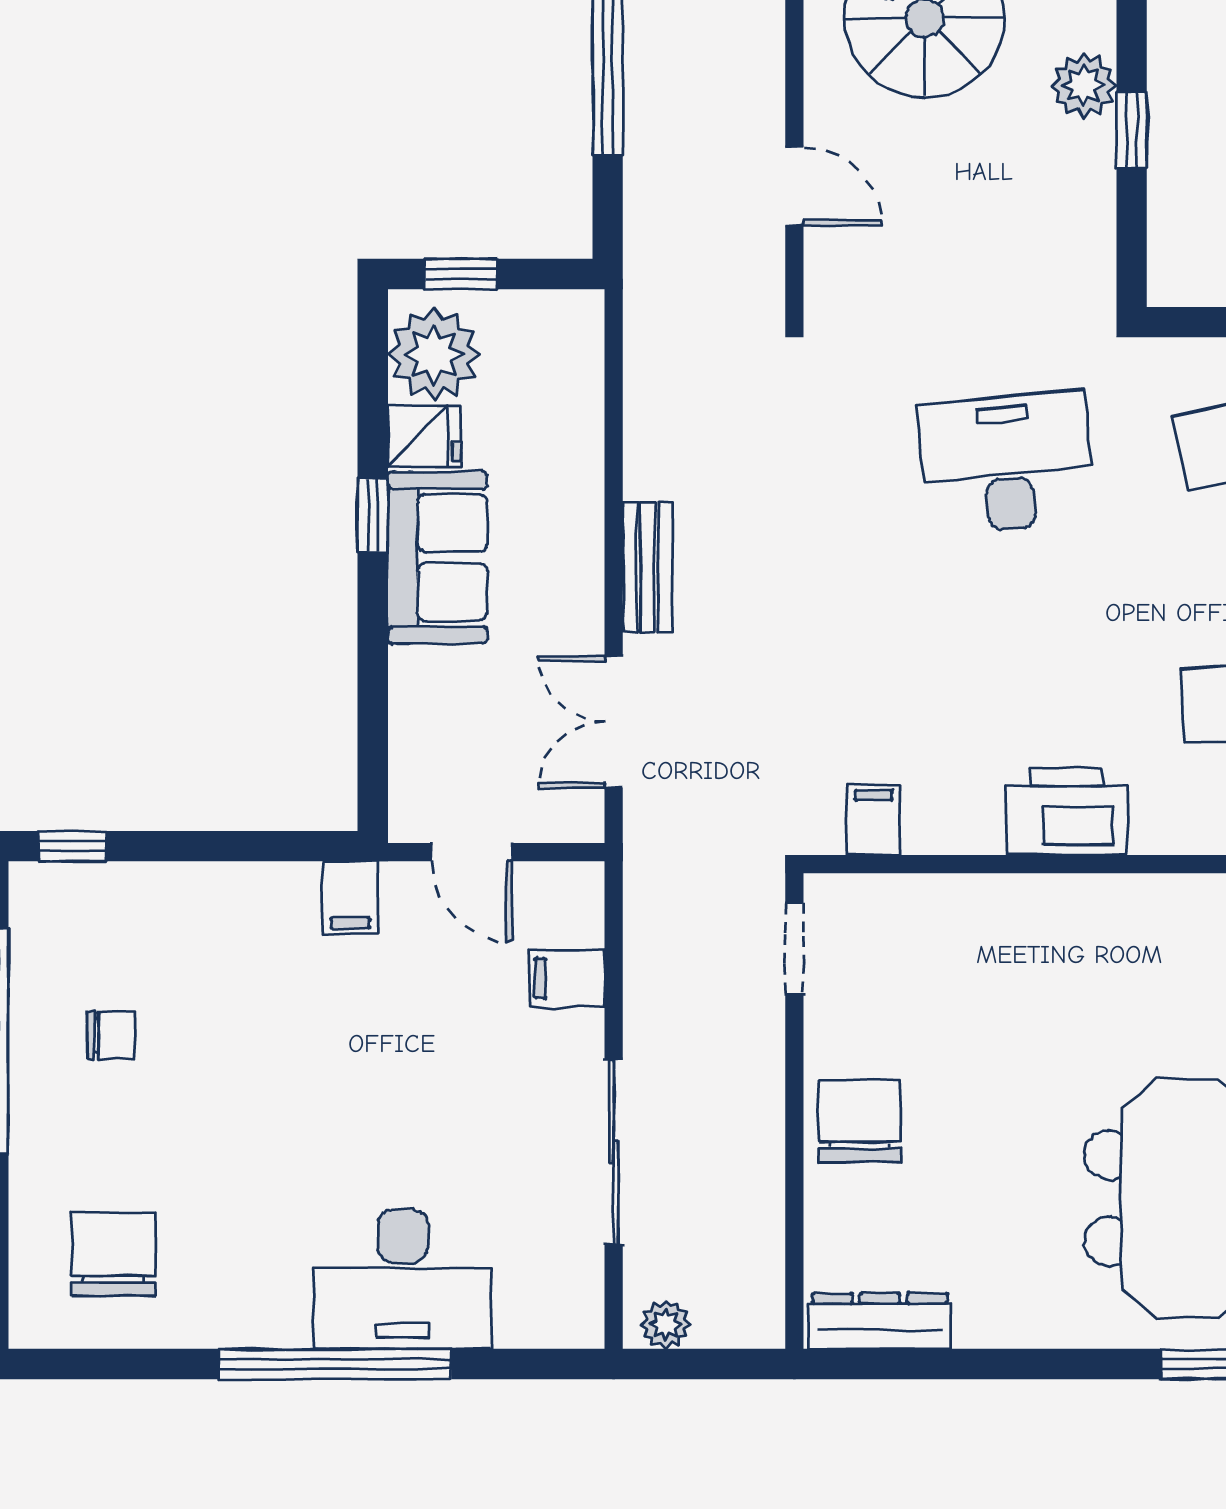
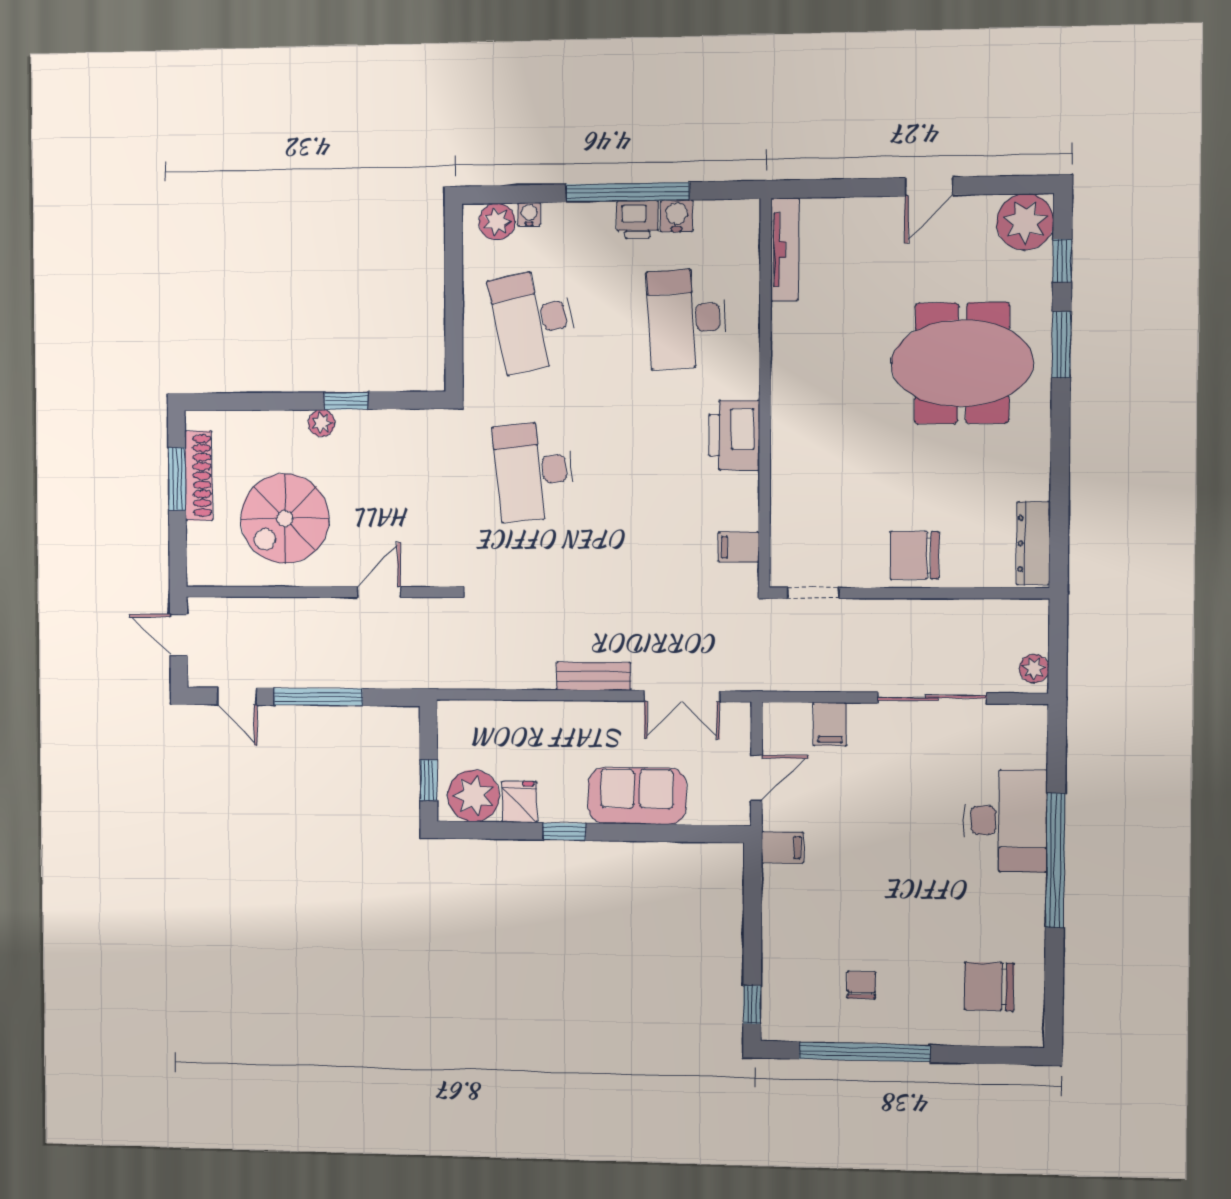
plant: (1084, 85) -> (322, 423), width x0.73, depth x0.73
sofa: (438, 558) -> (637, 796), moved

